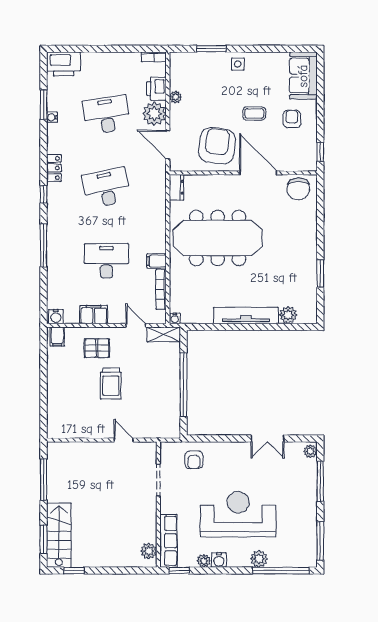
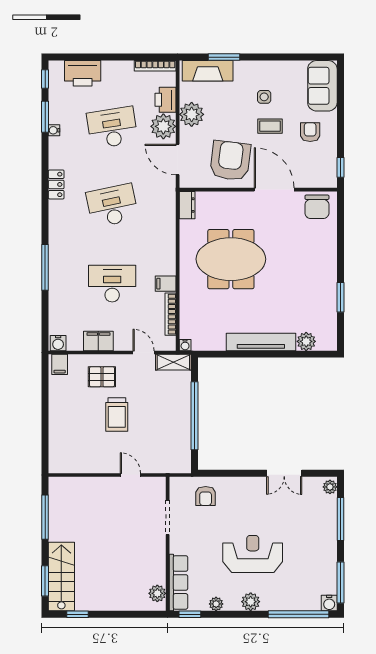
bookcase: (154, 57) -> (155, 66), width x1.56
fireplace: (196, 62) -> (208, 71), added
printer: (64, 64) -> (83, 73), moved
side table: (238, 64) -> (264, 97), moved
plant: (175, 97) -> (192, 114), width x1.88, depth x1.88
window: (44, 194) -> (45, 79), moved
meeting table: (218, 238) -> (231, 259), width x0.73
reception desk: (238, 514) -> (253, 554), width x0.74, depth x0.77
plant: (259, 559) -> (251, 602), moved
water cooler: (219, 560) -> (329, 603), moved

